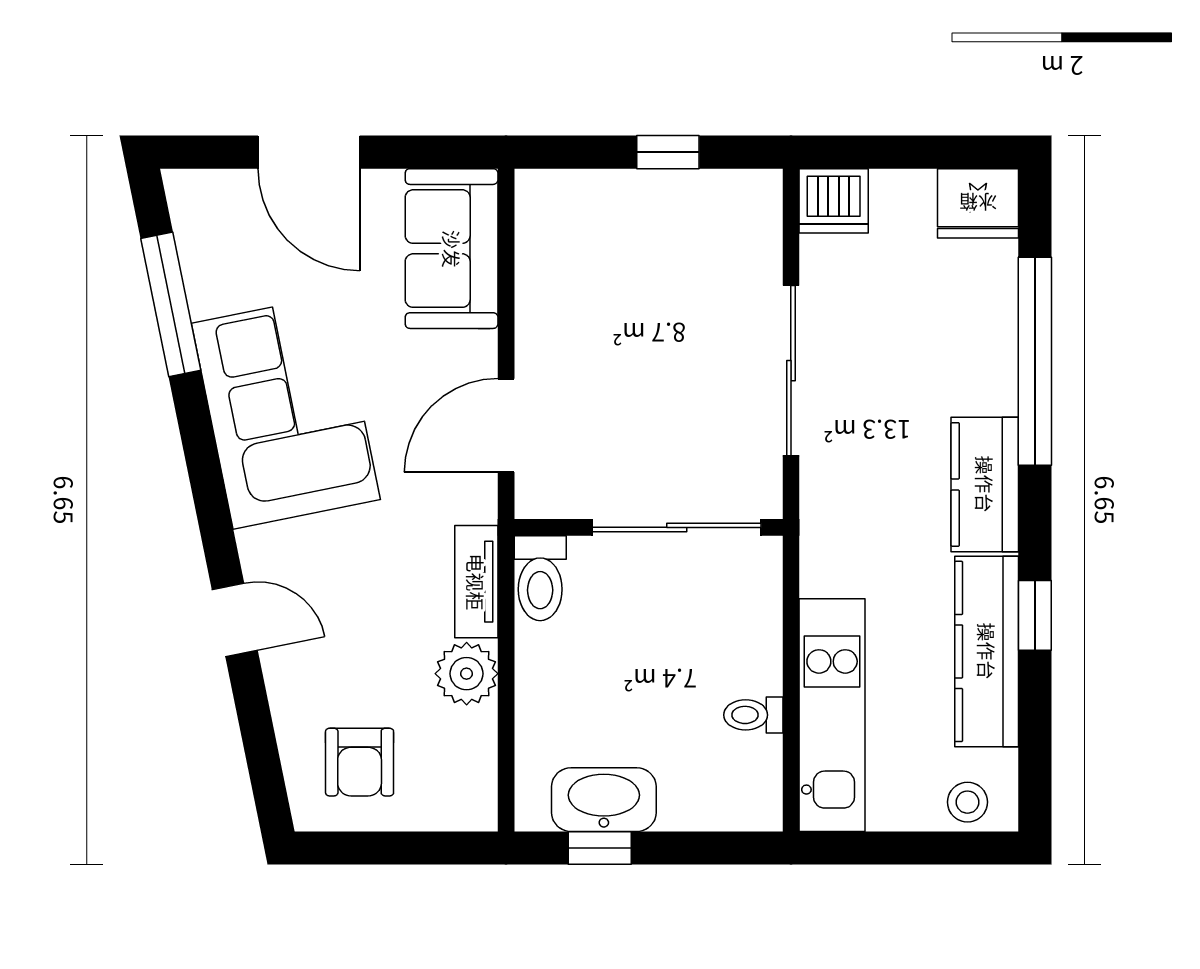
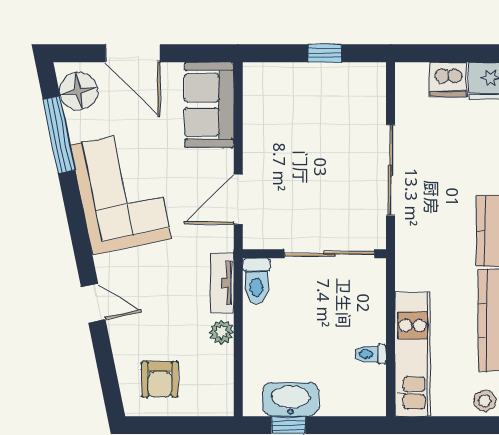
dishwasher: (834, 201) -> (448, 79), moved
floor lamp: (207, 223) -> (79, 91), added
plant: (467, 674) -> (222, 332), width x0.73, depth x0.73

